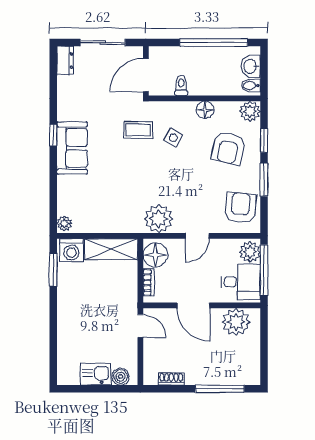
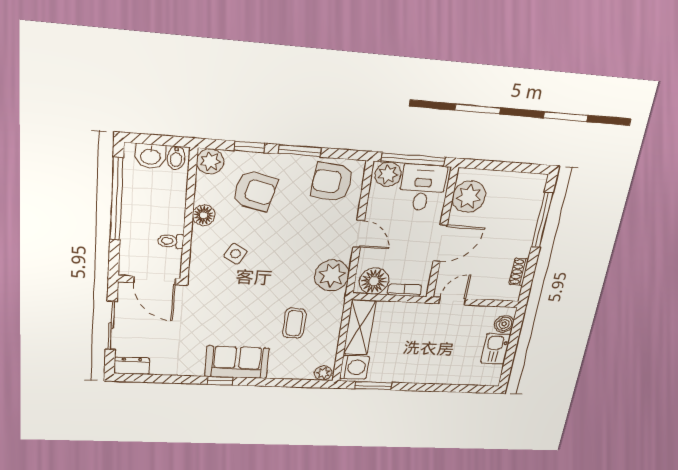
coffee table: (138, 130) -> (294, 323), moved

